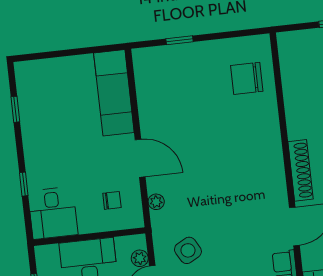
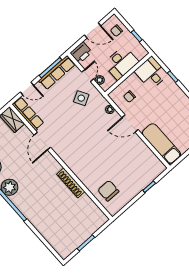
chair: (247, 78) -> (108, 191), turned -90
shoe rack: (301, 170) -> (71, 183), moved

